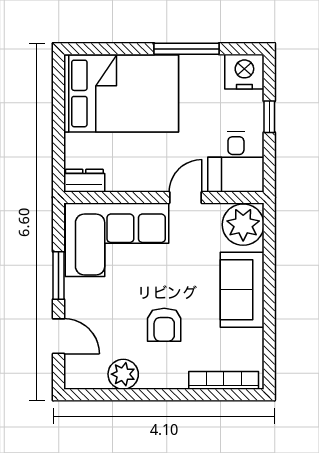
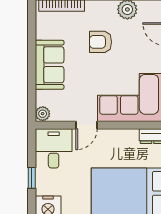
plant: (243, 225) -> (43, 114), width x0.53, depth x0.53
armchair: (164, 325) -> (101, 42), turned -90

